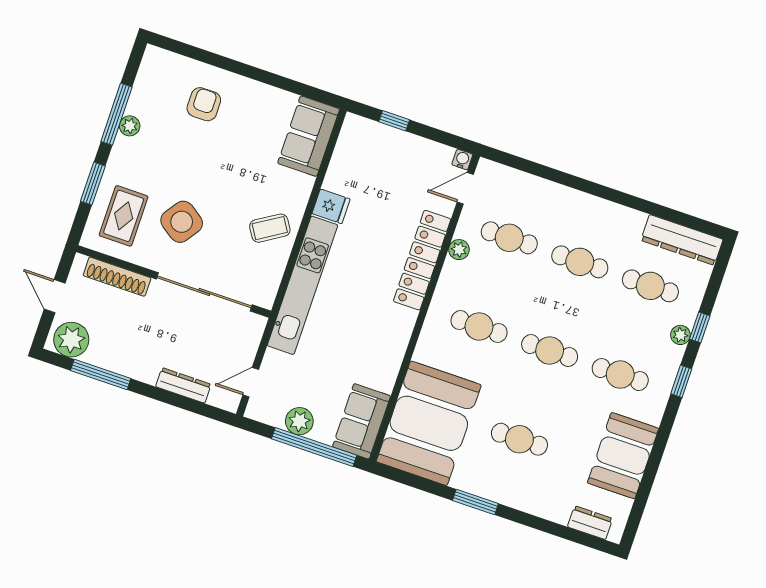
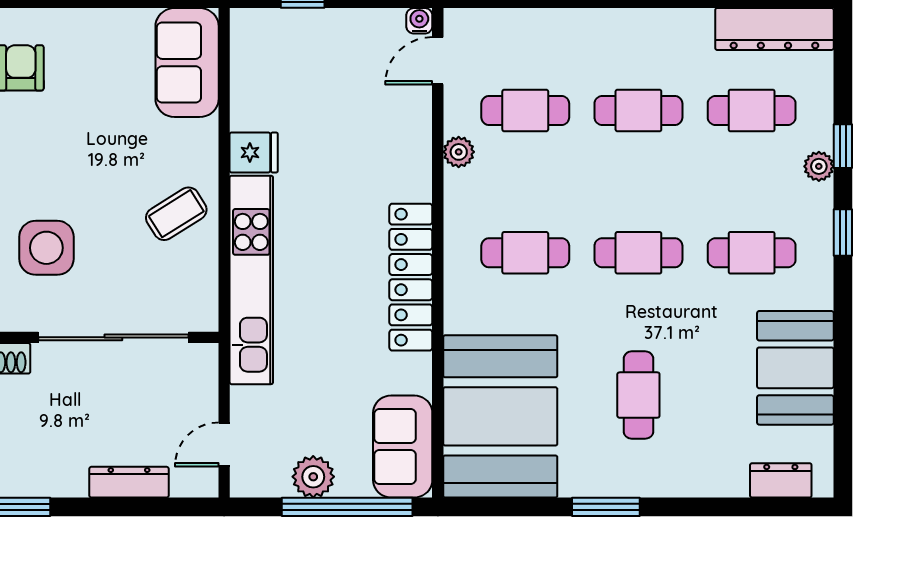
side table: (182, 222) -> (46, 248), turned -35
locker: (422, 260) -> (411, 277), moved
cafe table: (519, 439) -> (638, 395), turned 90

